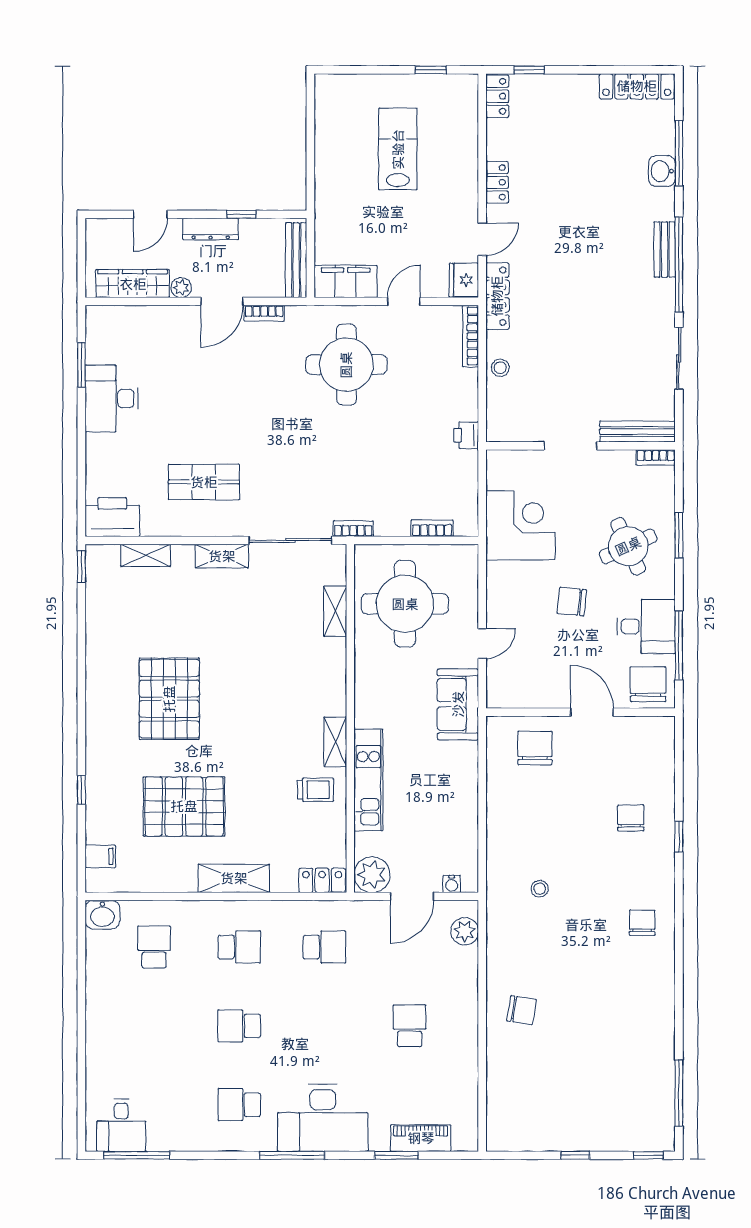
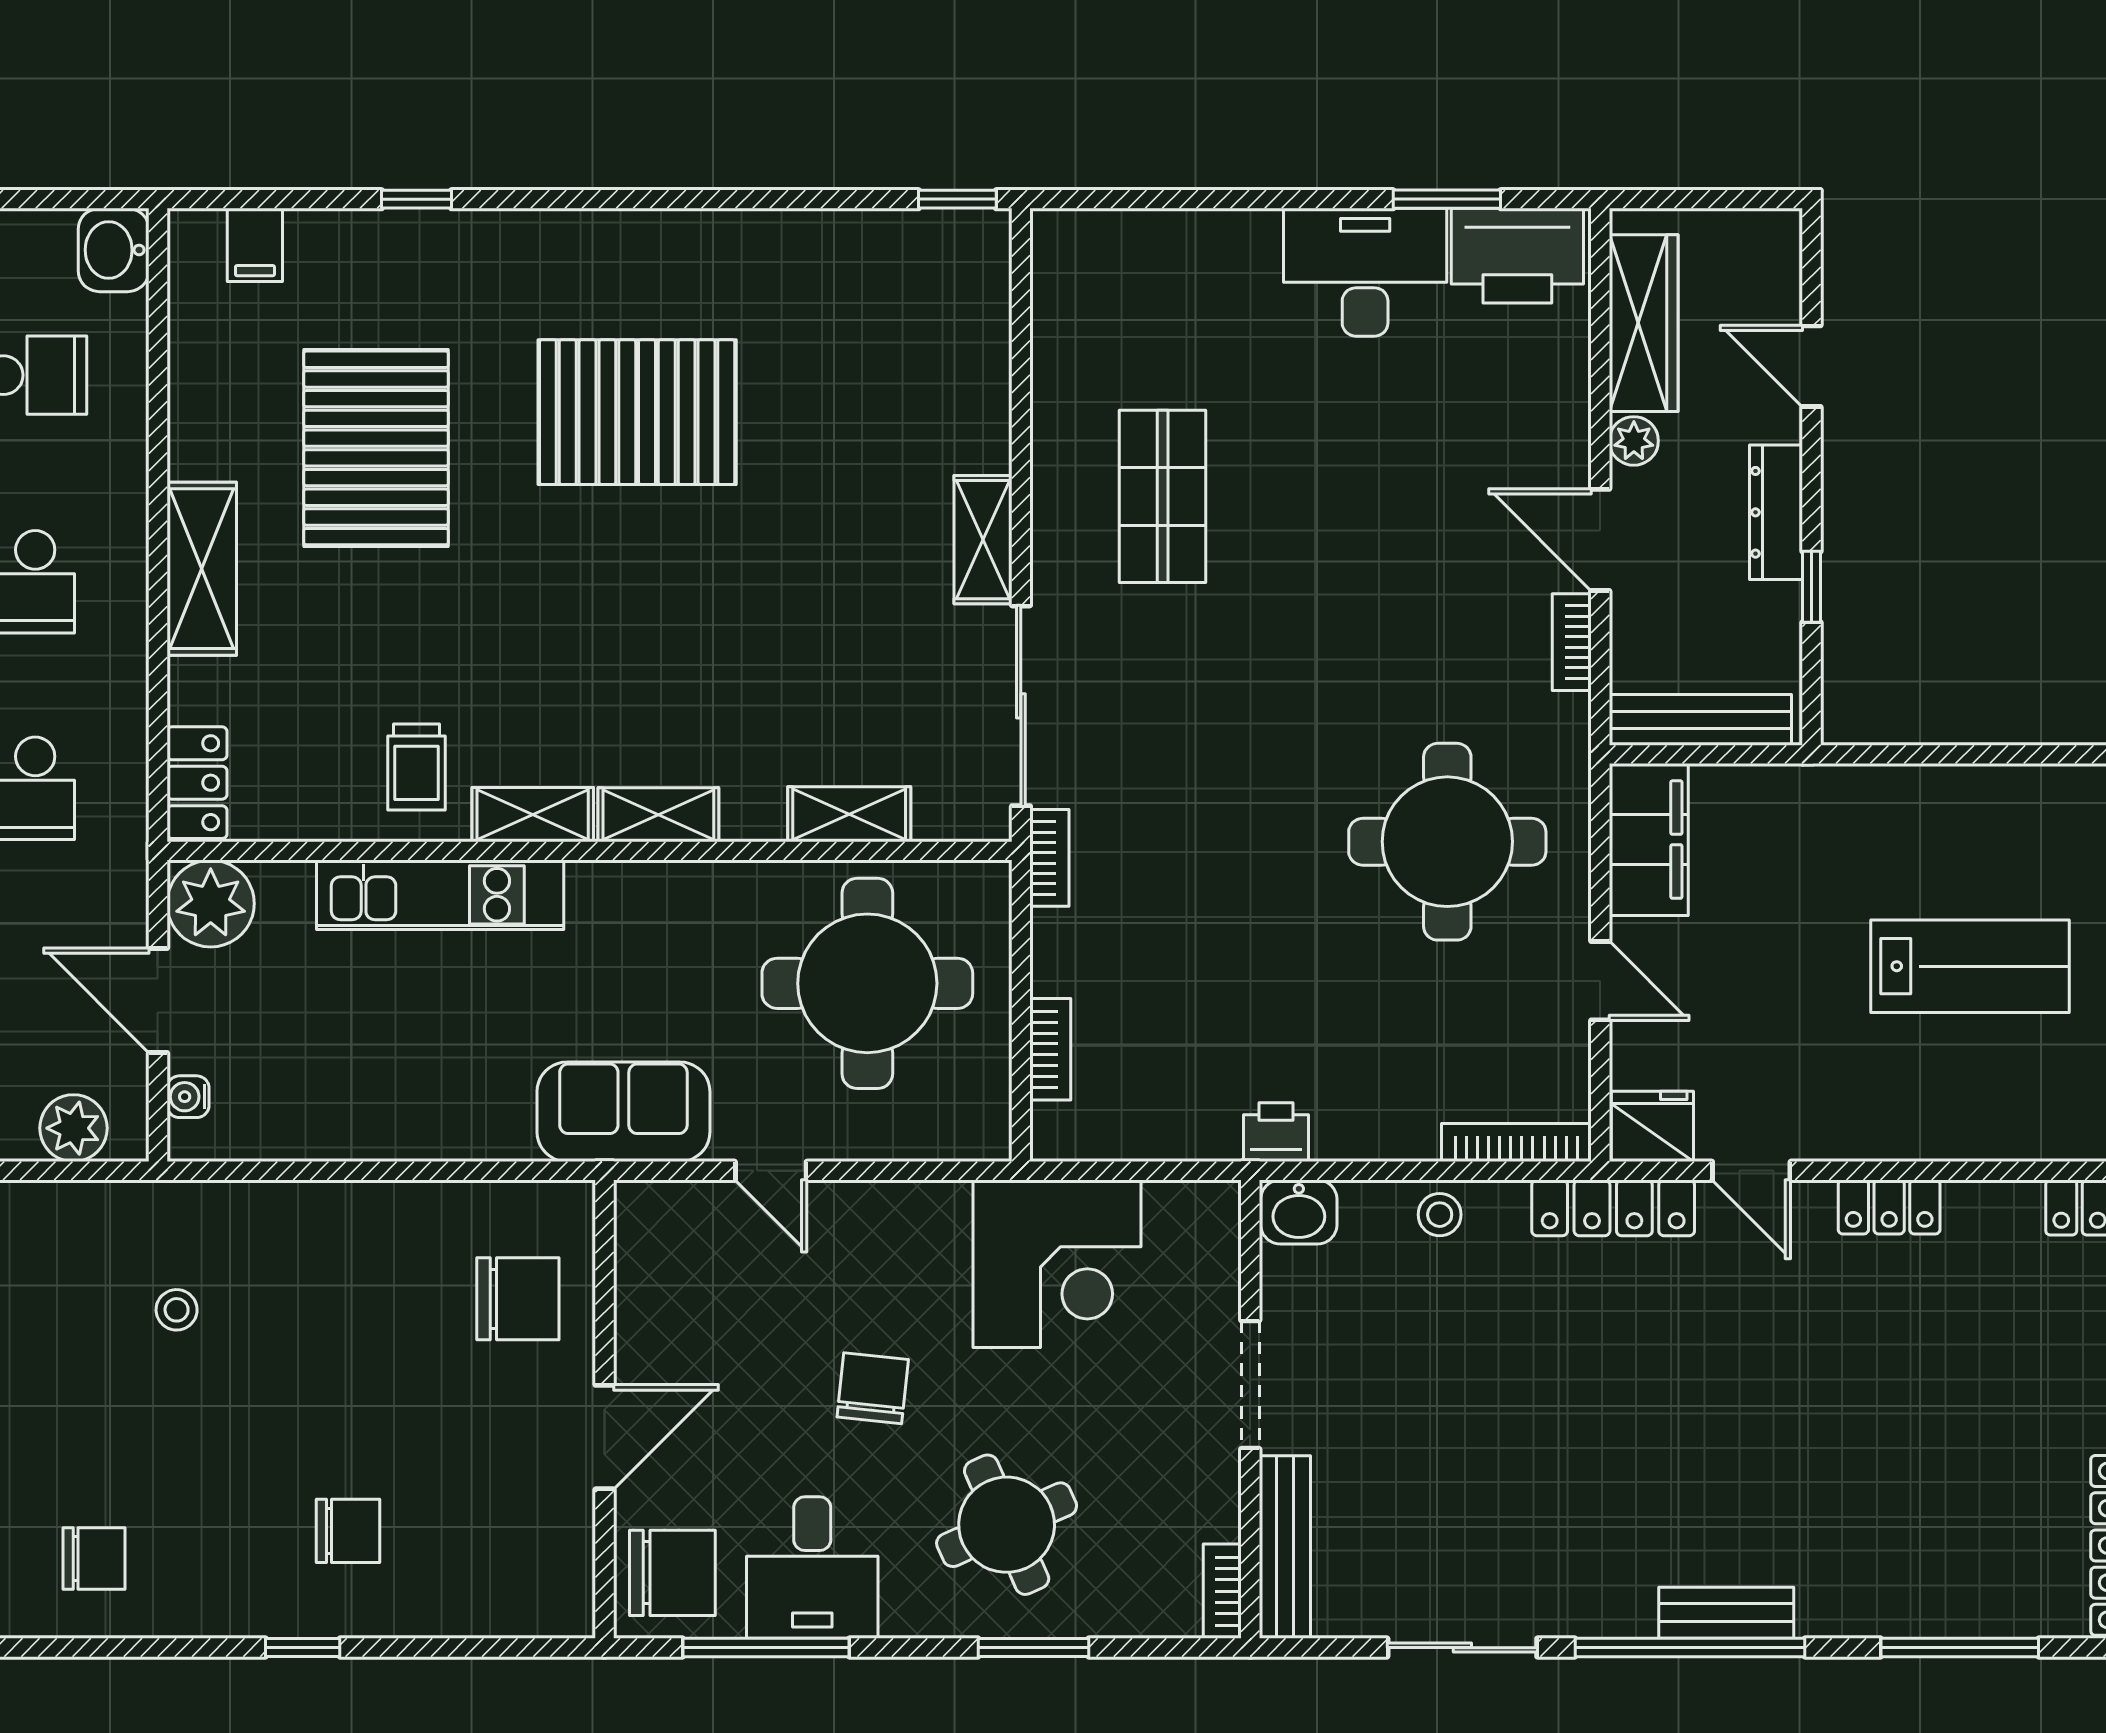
washbasin: (662, 171) -> (1299, 1212), moved, turned 180
printer: (112, 517) -> (1517, 256), moved, turned 90
shelving: (146, 555) -> (658, 815), moved, turned 90

